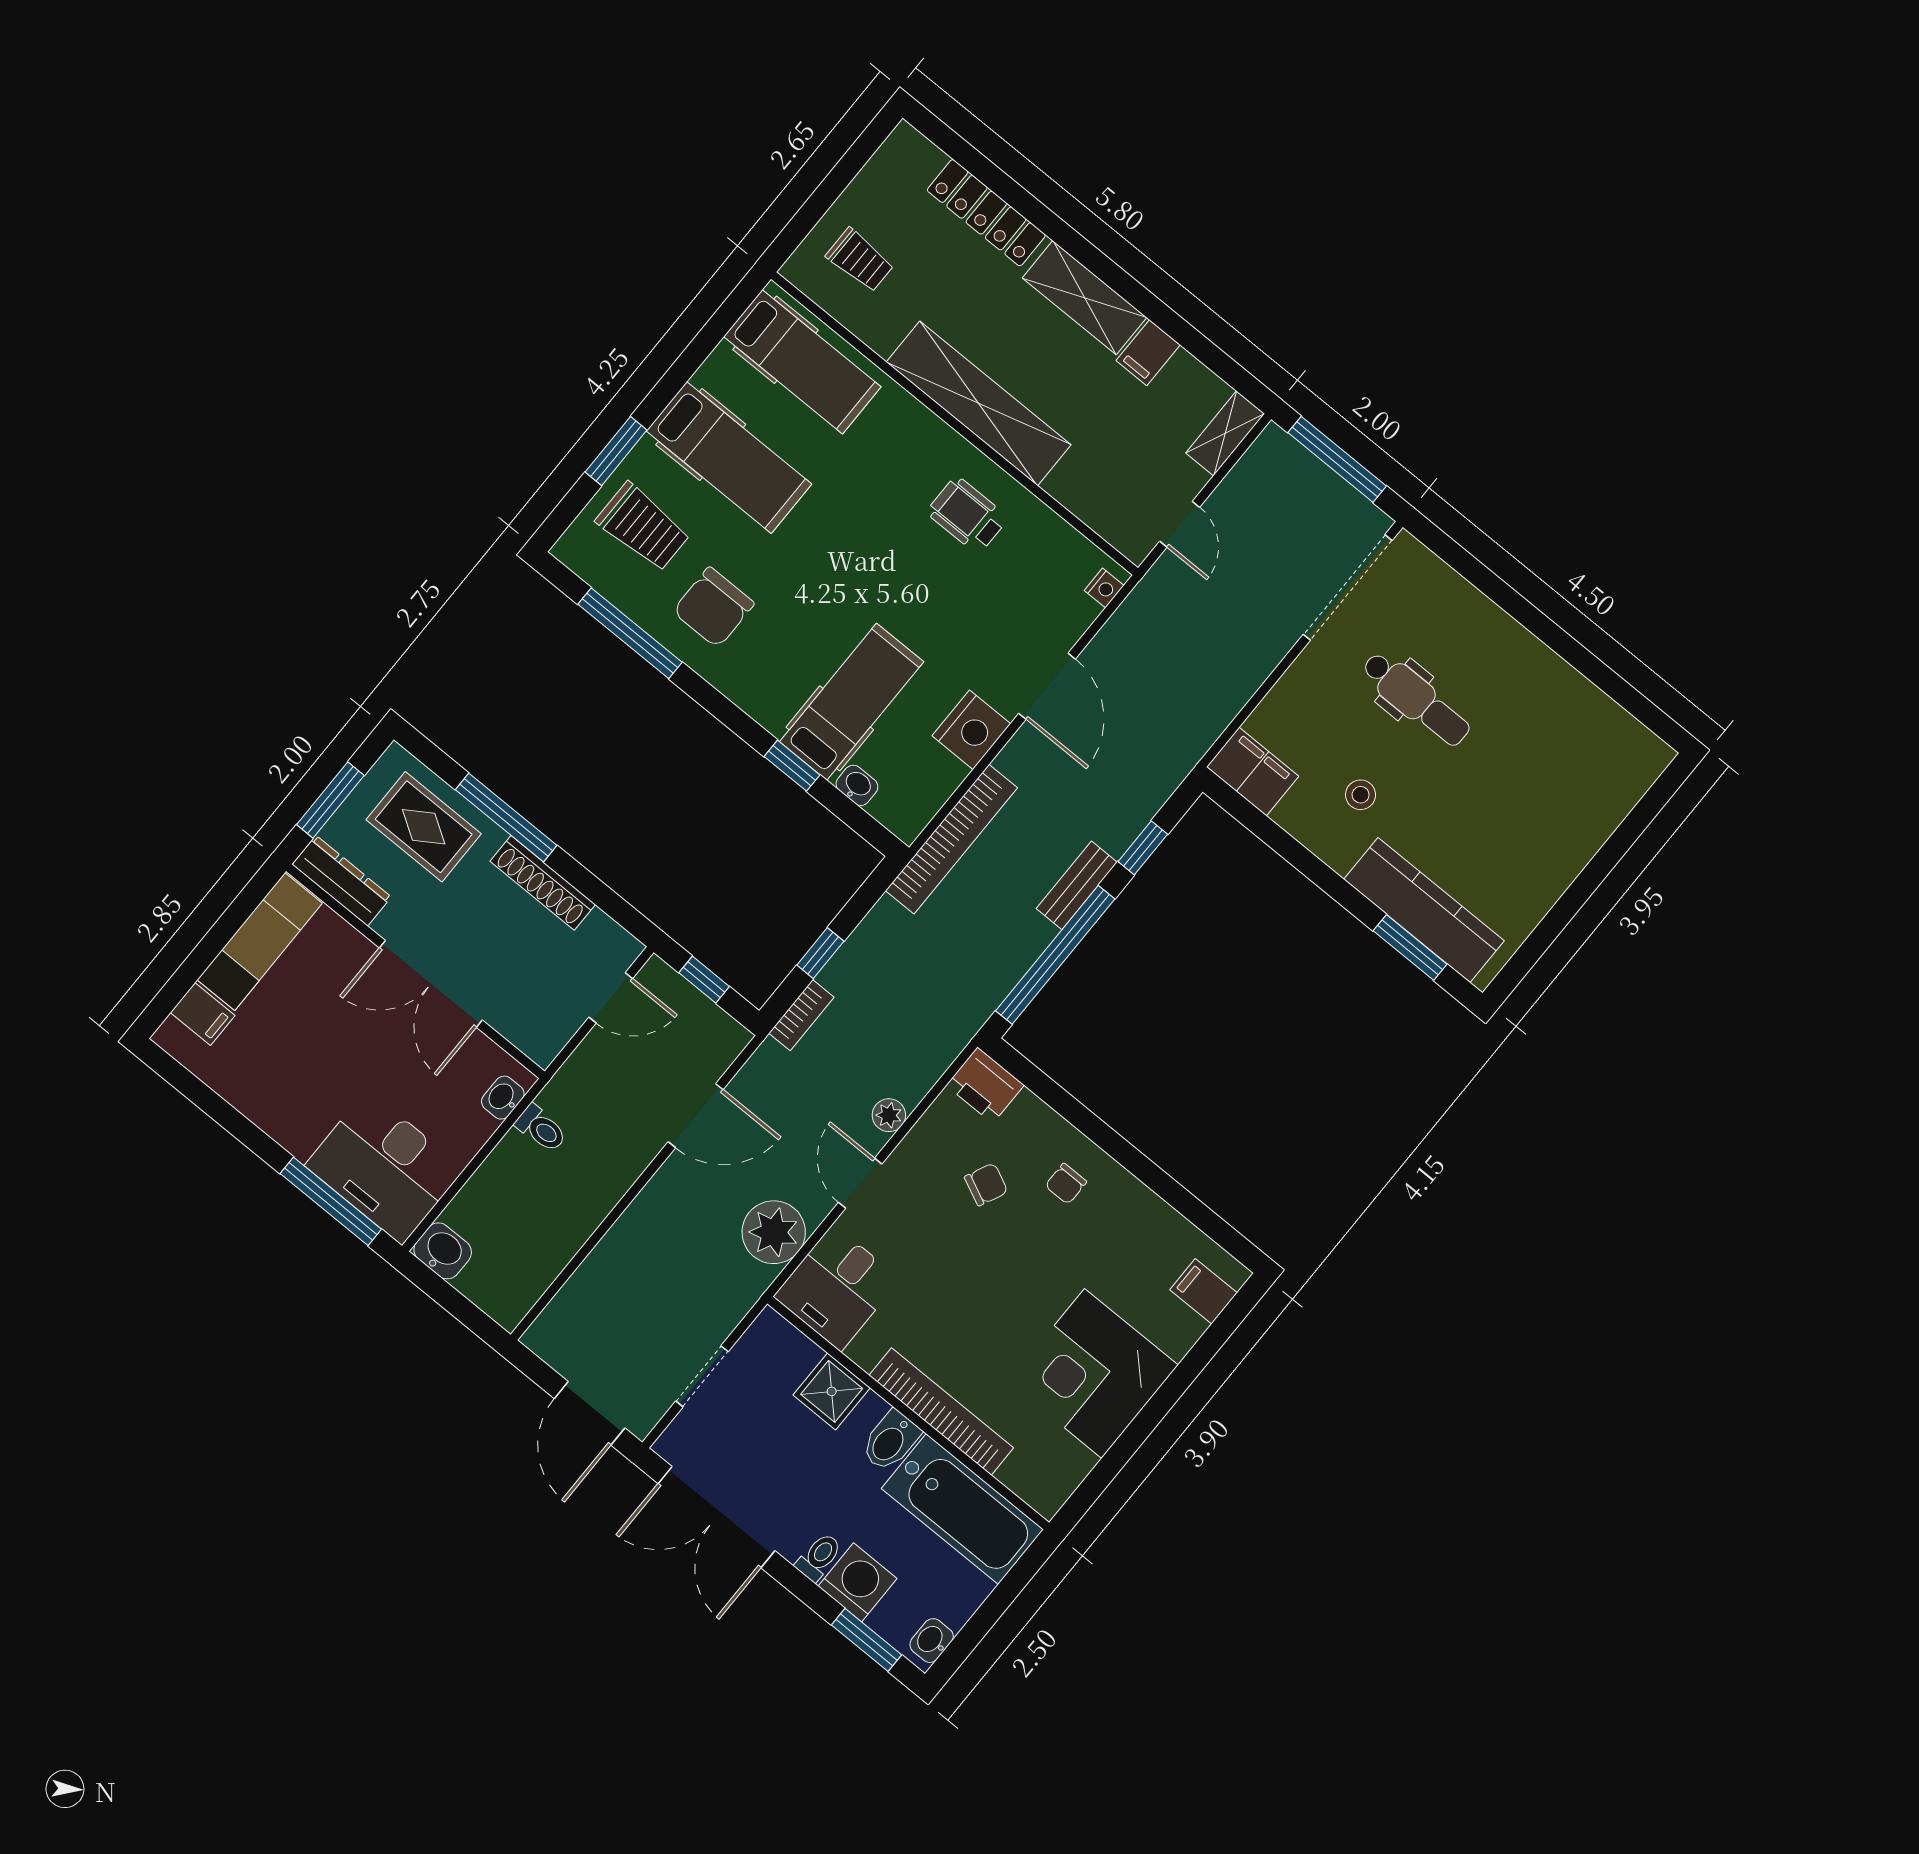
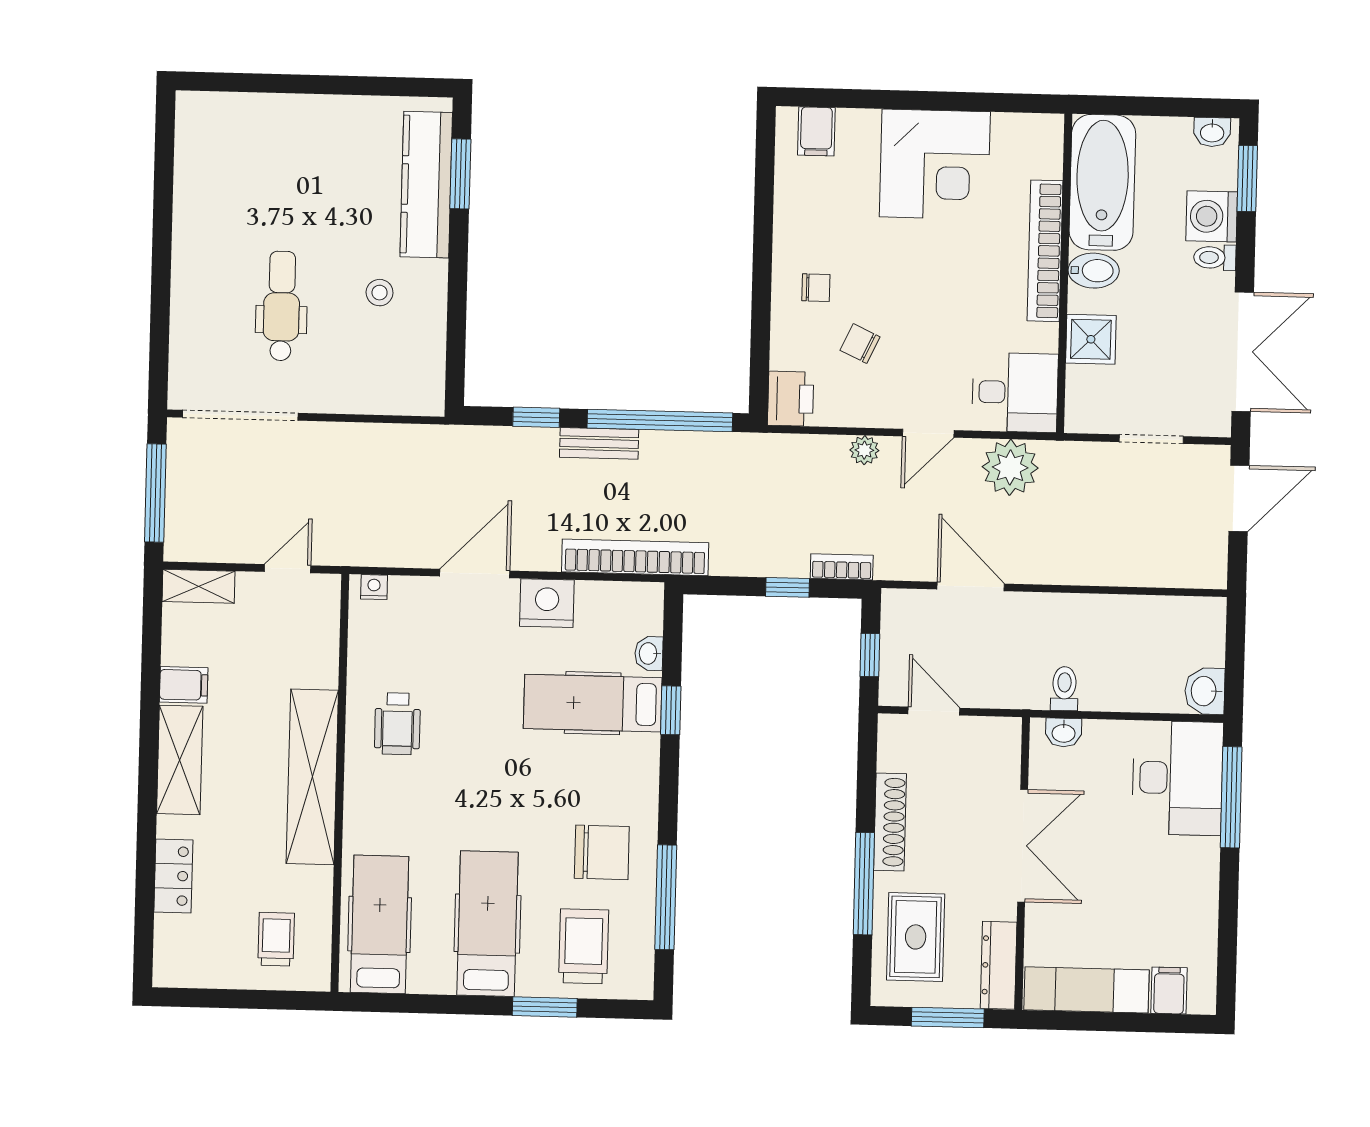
locker: (986, 213) -> (173, 876), width x0.66
filing cabinet: (1253, 772) -> (422, 382), removed

